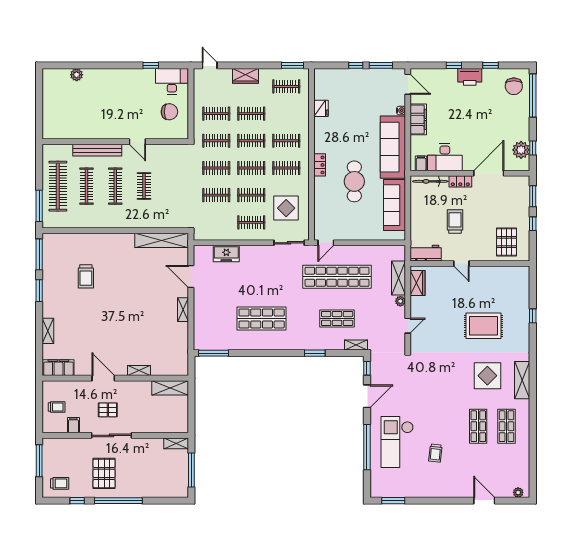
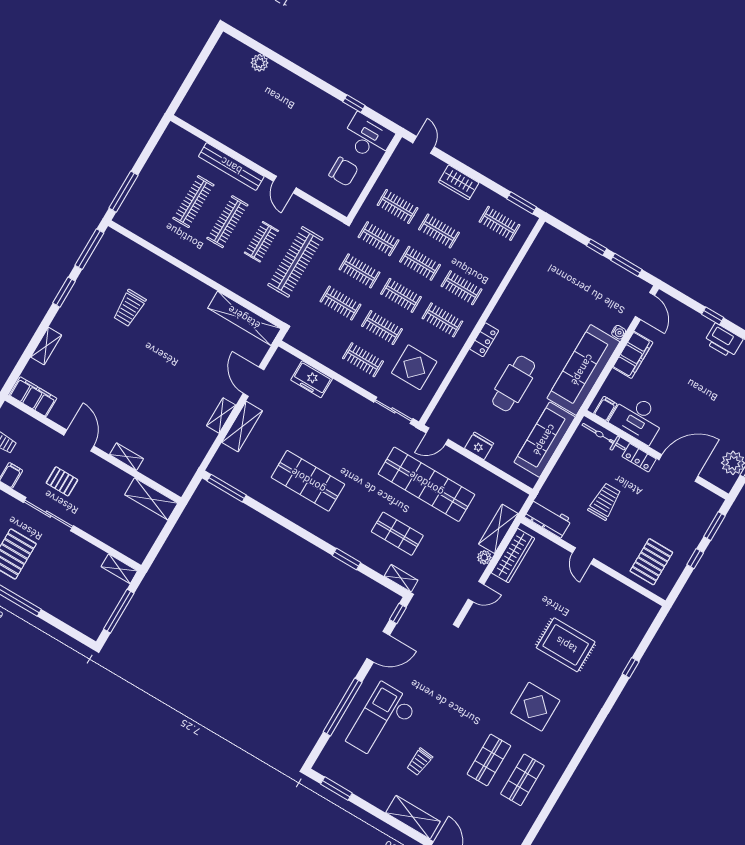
fridge: (321, 108) -> (479, 446), moved, turned -90
clothes rail: (58, 186) -> (295, 262), moved
wardrobe: (418, 283) -> (513, 556), width x1.50
shelving: (200, 309) -> (242, 426), added
shelving: (522, 380) -> (413, 817), moved, turned 90

